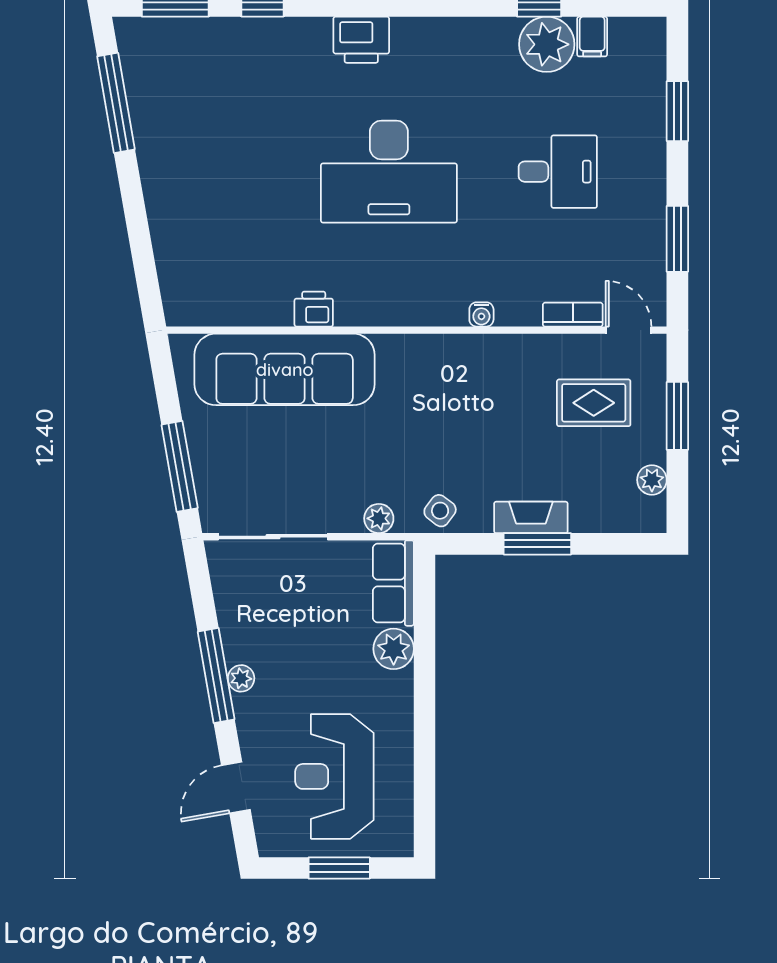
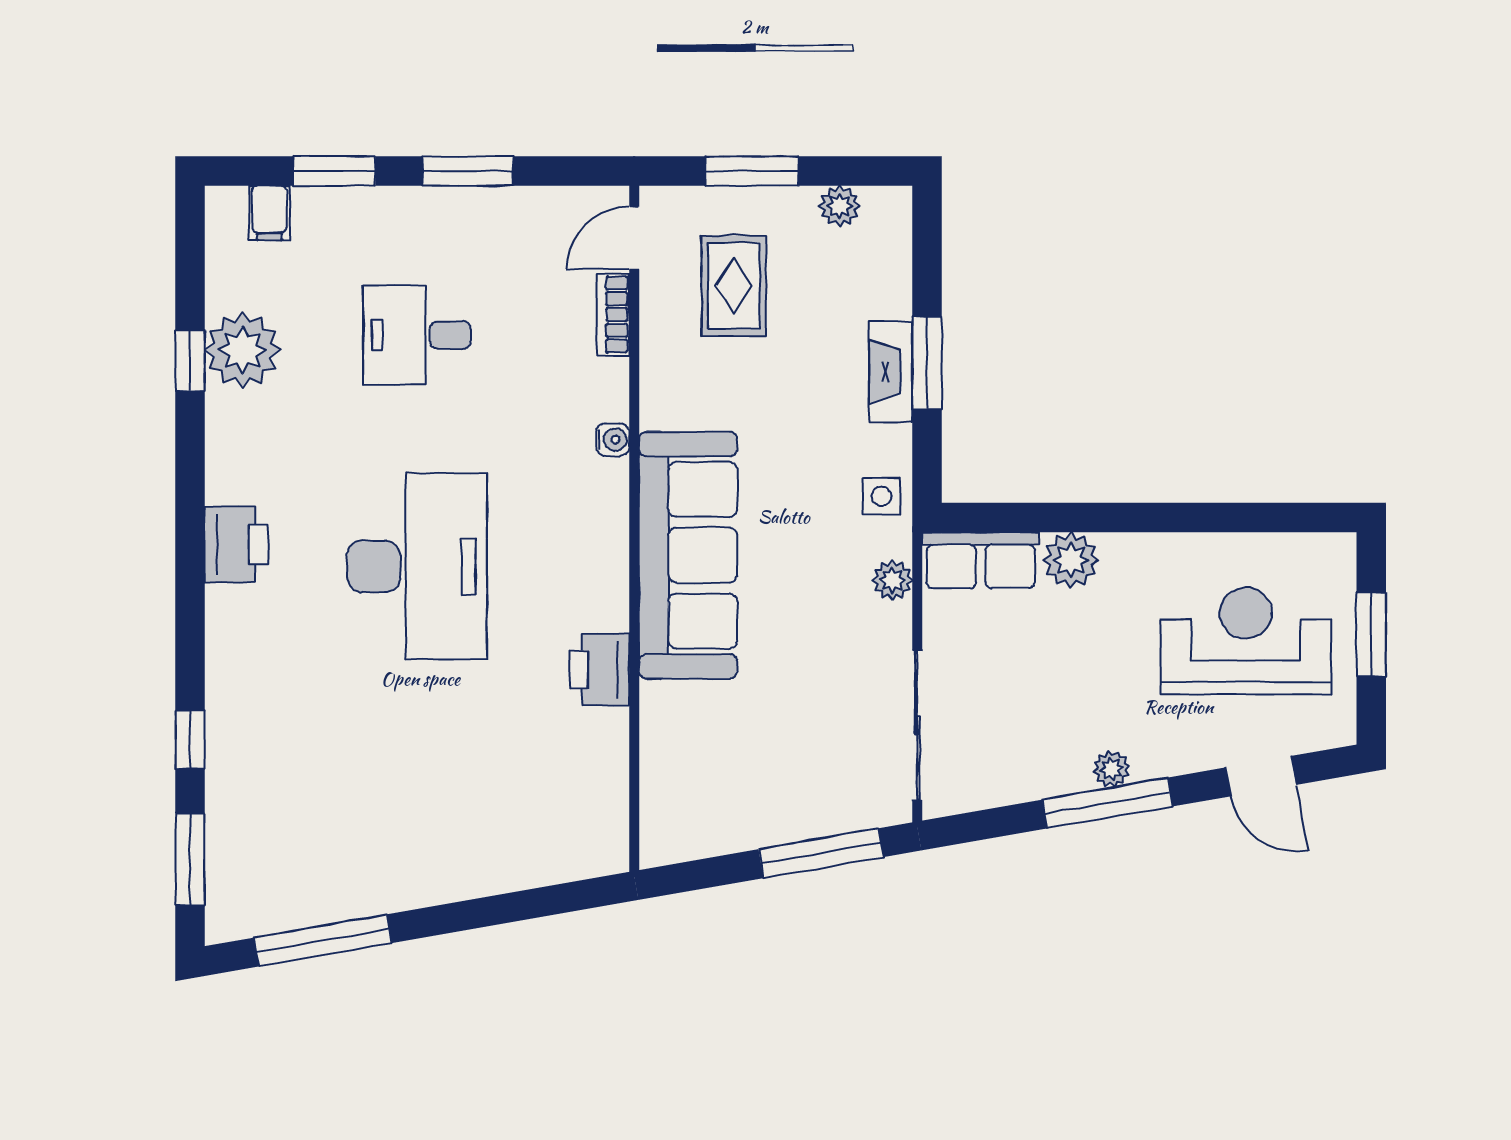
filing cabinet: (592, 37) -> (269, 213), moved, turned 90
printer: (361, 40) -> (236, 545), moved
desk: (558, 172) -> (417, 335), turned -90
window: (677, 239) -> (468, 171), moved
printer: (314, 309) -> (600, 669), width x1.36, depth x1.24
sofa: (285, 369) -> (688, 555), moved
side table: (440, 511) -> (882, 496), turned -37
reception desk: (334, 776) -> (1246, 641), turned 180

